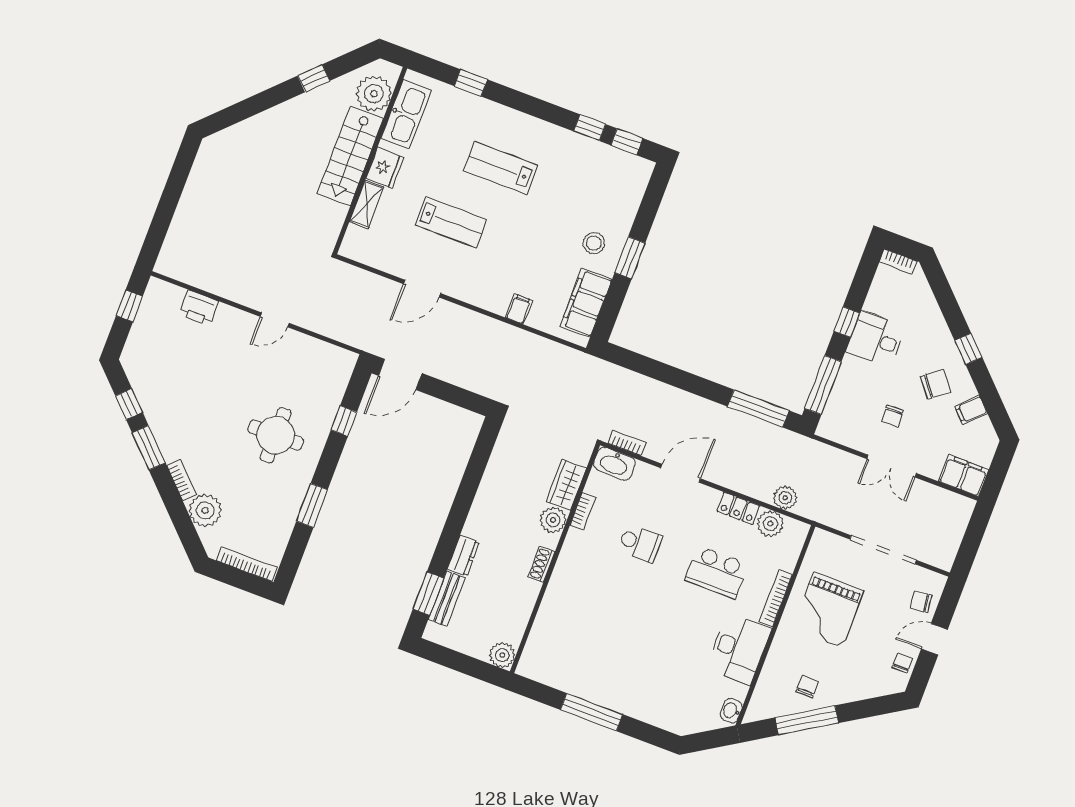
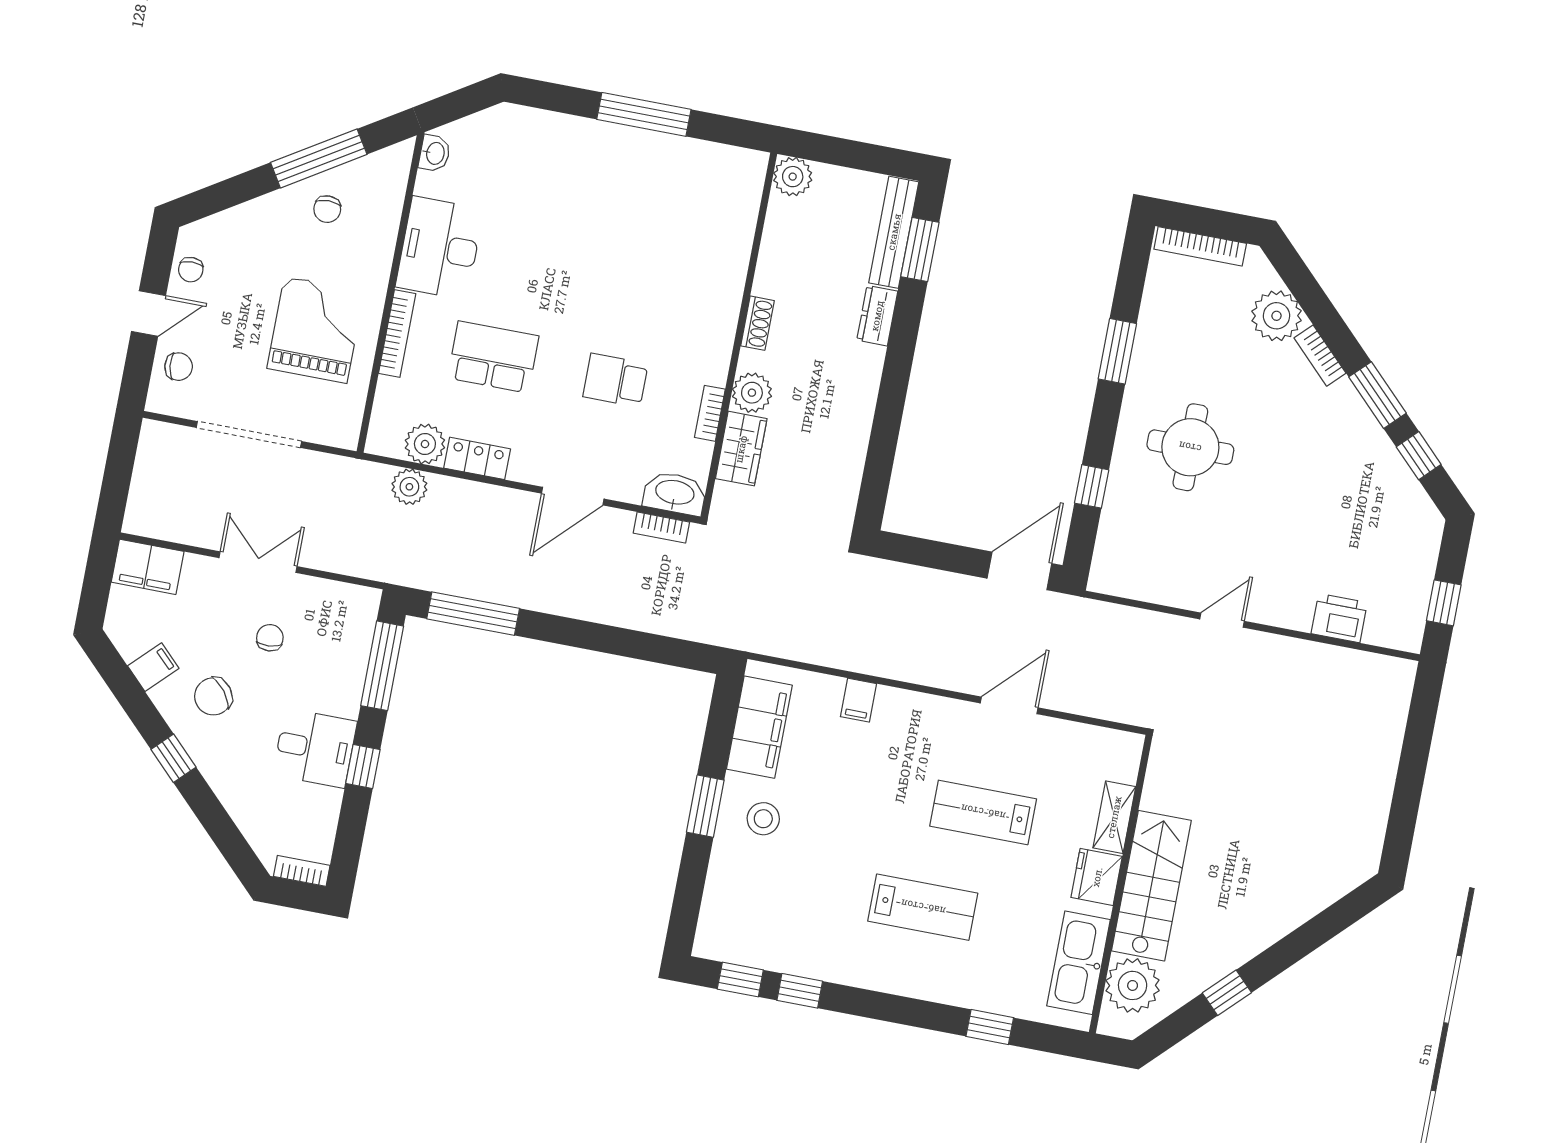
bench: (447, 599) -> (894, 232), width x1.36

